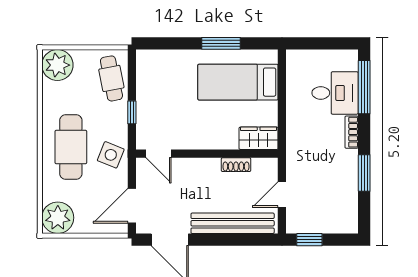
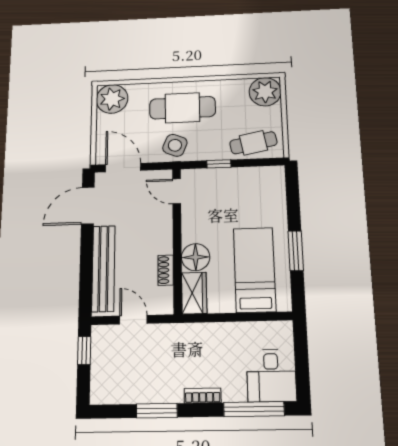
desk: (335, 93) -> (271, 375), moved
floor lamp: (224, 136) -> (196, 257), added
door: (158, 154) -> (177, 191), hinge flipped

